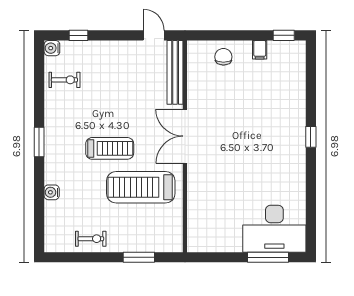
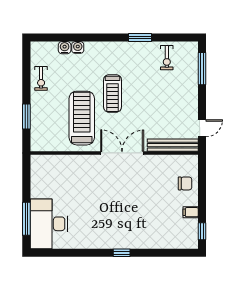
window: (78, 35) -> (202, 69), width x2.17
water cooler: (52, 48) -> (65, 48), moved
window: (39, 142) -> (140, 38), moved

